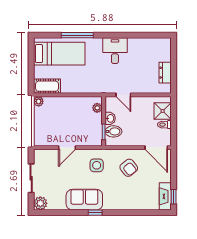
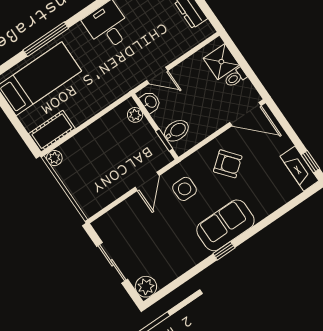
washbasin: (110, 118) -> (150, 102), moved
door: (67, 148) -> (147, 181), moved
sofa: (84, 200) -> (225, 225), moved

